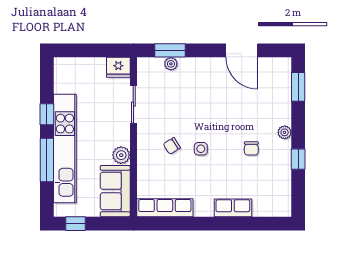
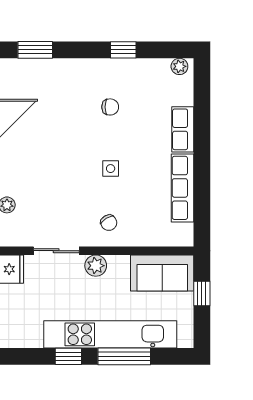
plant: (285, 132) -> (179, 66), moved
chair: (172, 146) -> (109, 223), moved
plant: (121, 155) -> (96, 266), moved
row of seats: (165, 208) -> (182, 188), moved
window: (76, 224) -> (202, 294), moved

